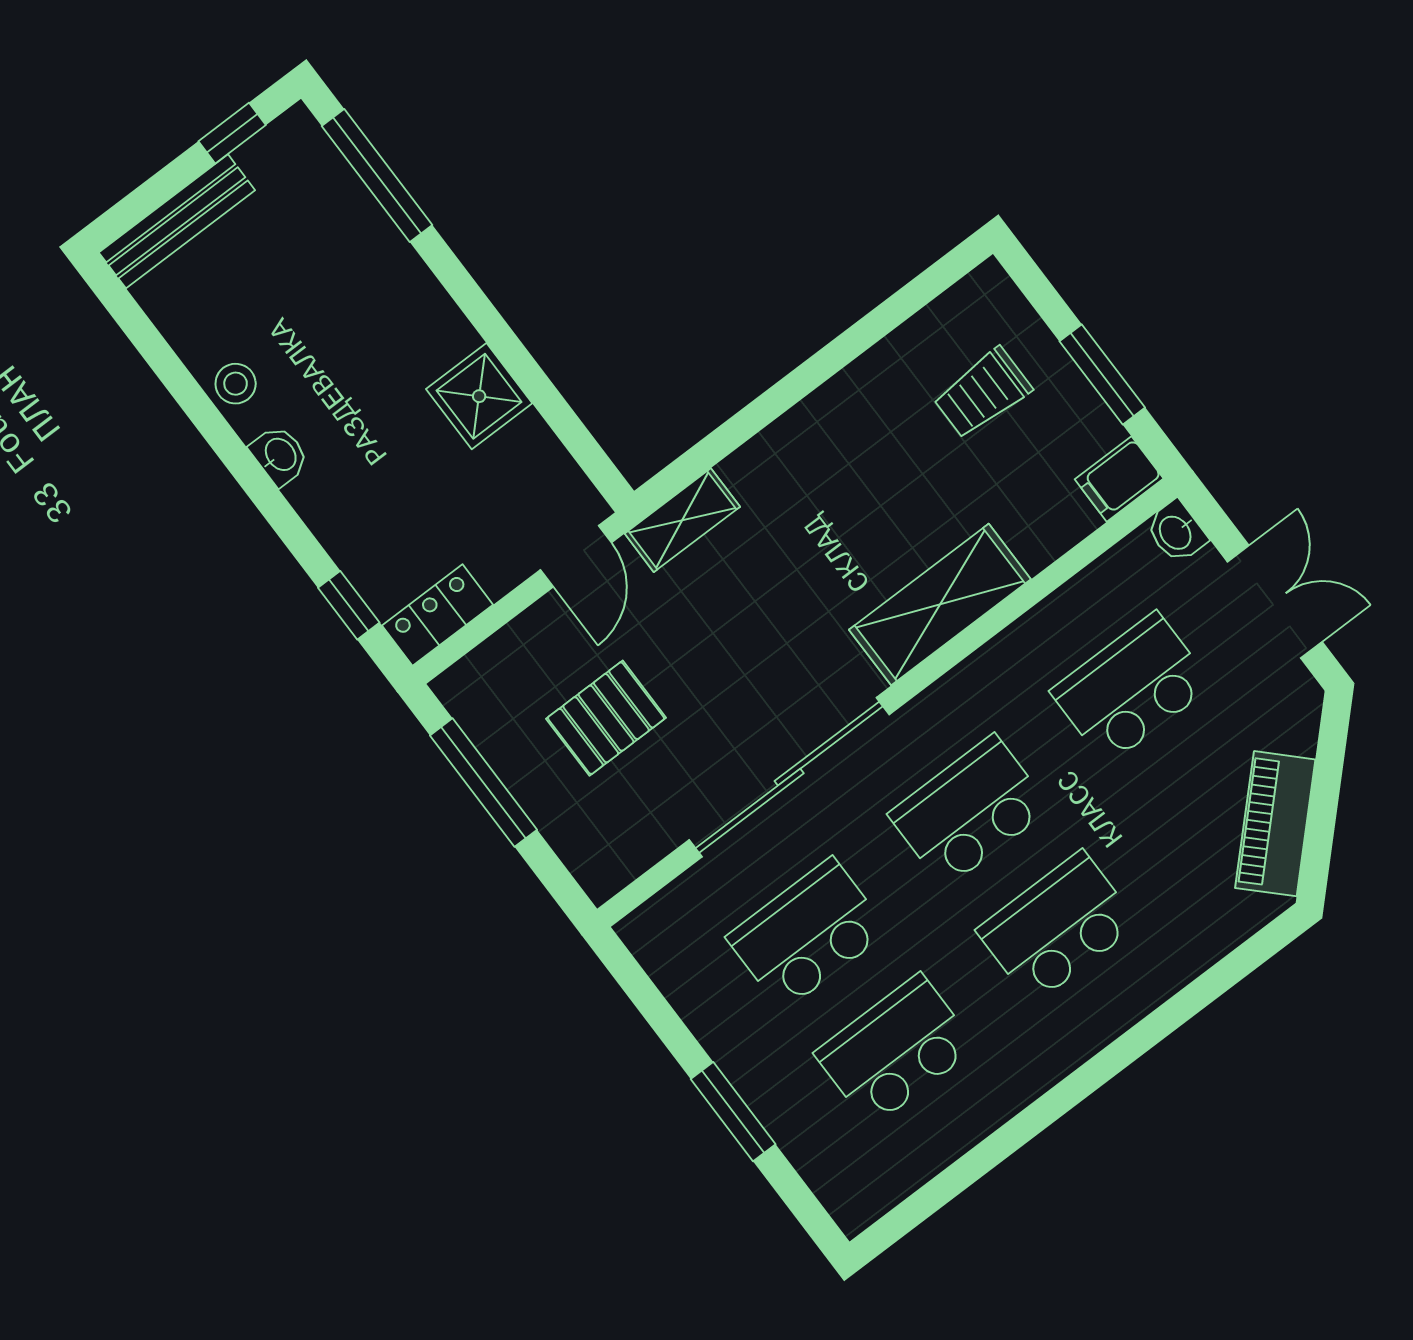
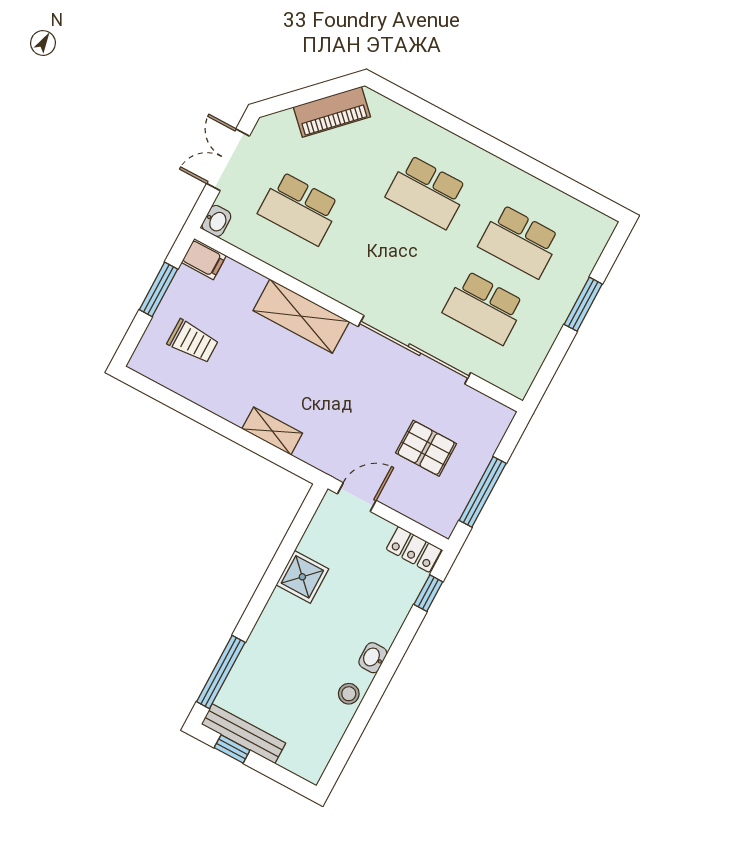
bench: (177, 221) -> (243, 734), moved
shelving: (682, 520) -> (272, 431), moved
school desk: (969, 811) -> (392, 258), removed

